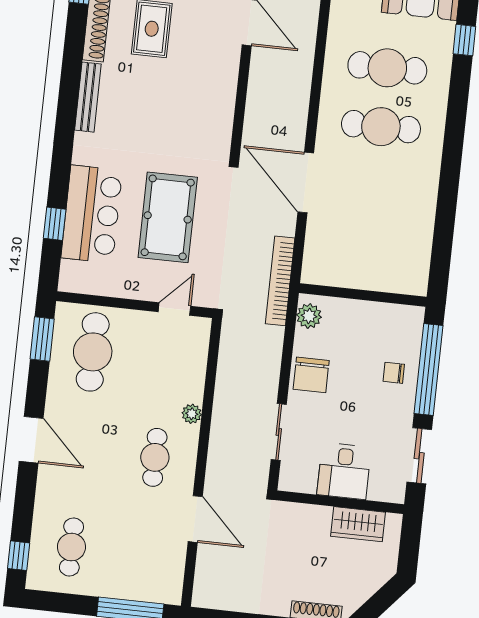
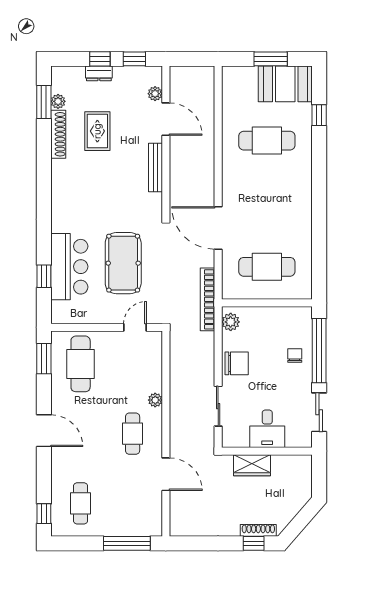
bench: (88, 97) -> (155, 167), moved
cafe table: (381, 127) -> (267, 267), moved
chair: (394, 373) -> (295, 356), turned 90
chair: (311, 375) -> (237, 363), turned -90
wardrobe: (358, 524) -> (252, 465), moved

